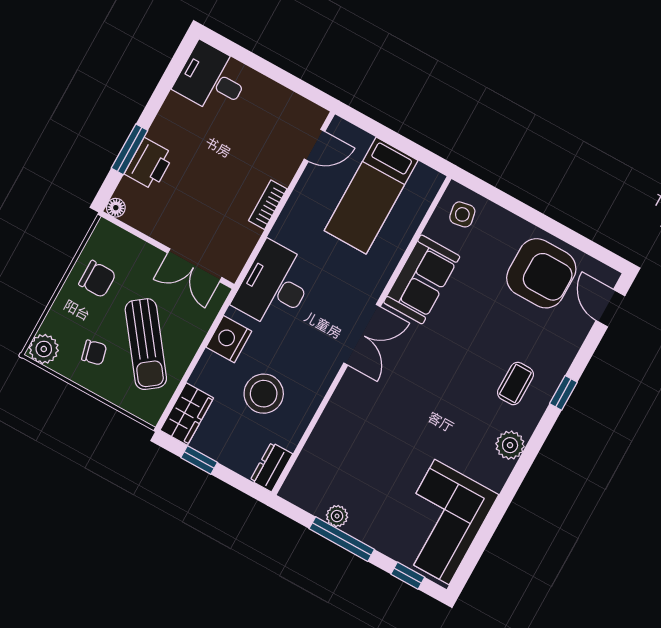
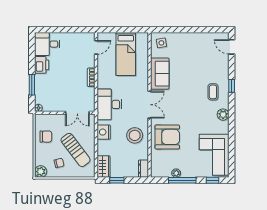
printer: (149, 164) -> (42, 65), moved
armchair: (541, 273) -> (167, 137), moved
stool: (264, 394) -> (135, 135), moved

